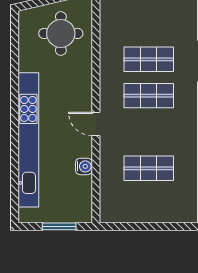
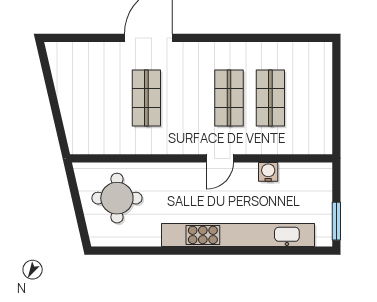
shop shelf: (149, 96) -> (229, 98), moved
window: (59, 226) -> (336, 221), moved

